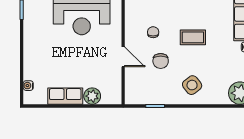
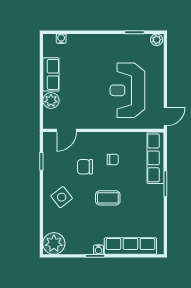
coffee table: (193, 37) -> (108, 198), turned 90
door: (123, 57) -> (67, 130), moved

